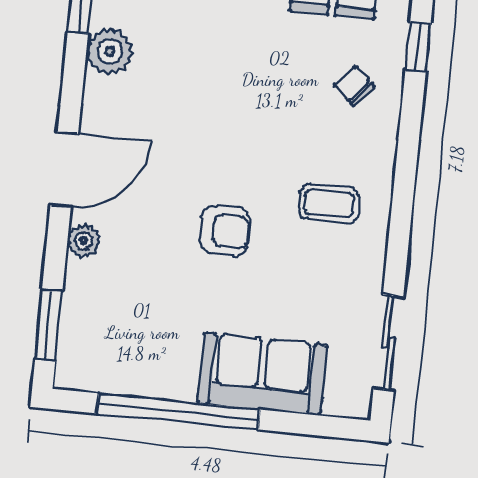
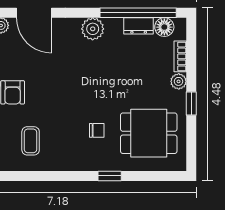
chair: (354, 86) -> (97, 130), moved, turned 49

